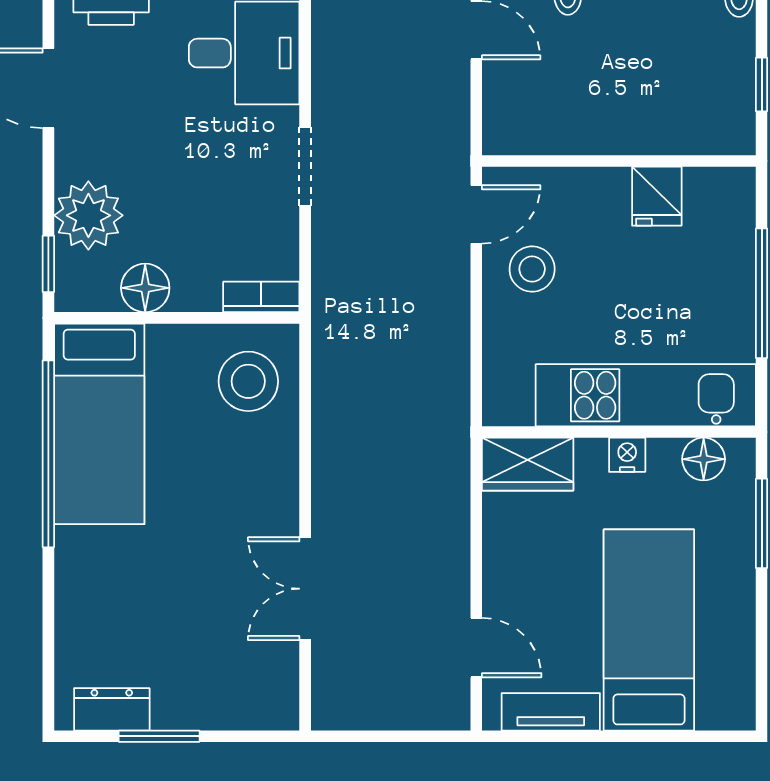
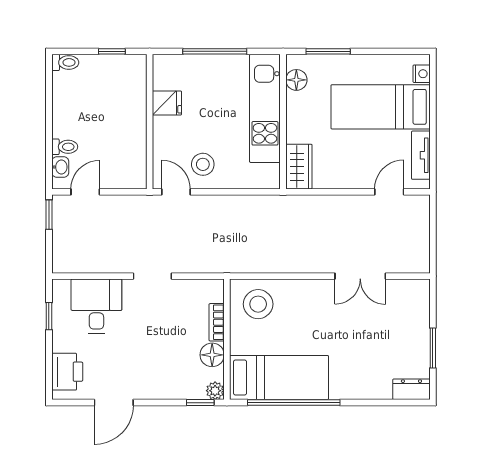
plant: (88, 215) -> (215, 391), moved, width x0.53, depth x0.53
bookcase: (261, 297) -> (217, 322), moved
nightstand: (627, 455) -> (422, 74), moved, turned 180
dresser: (112, 709) -> (411, 389), moved, turned 90

